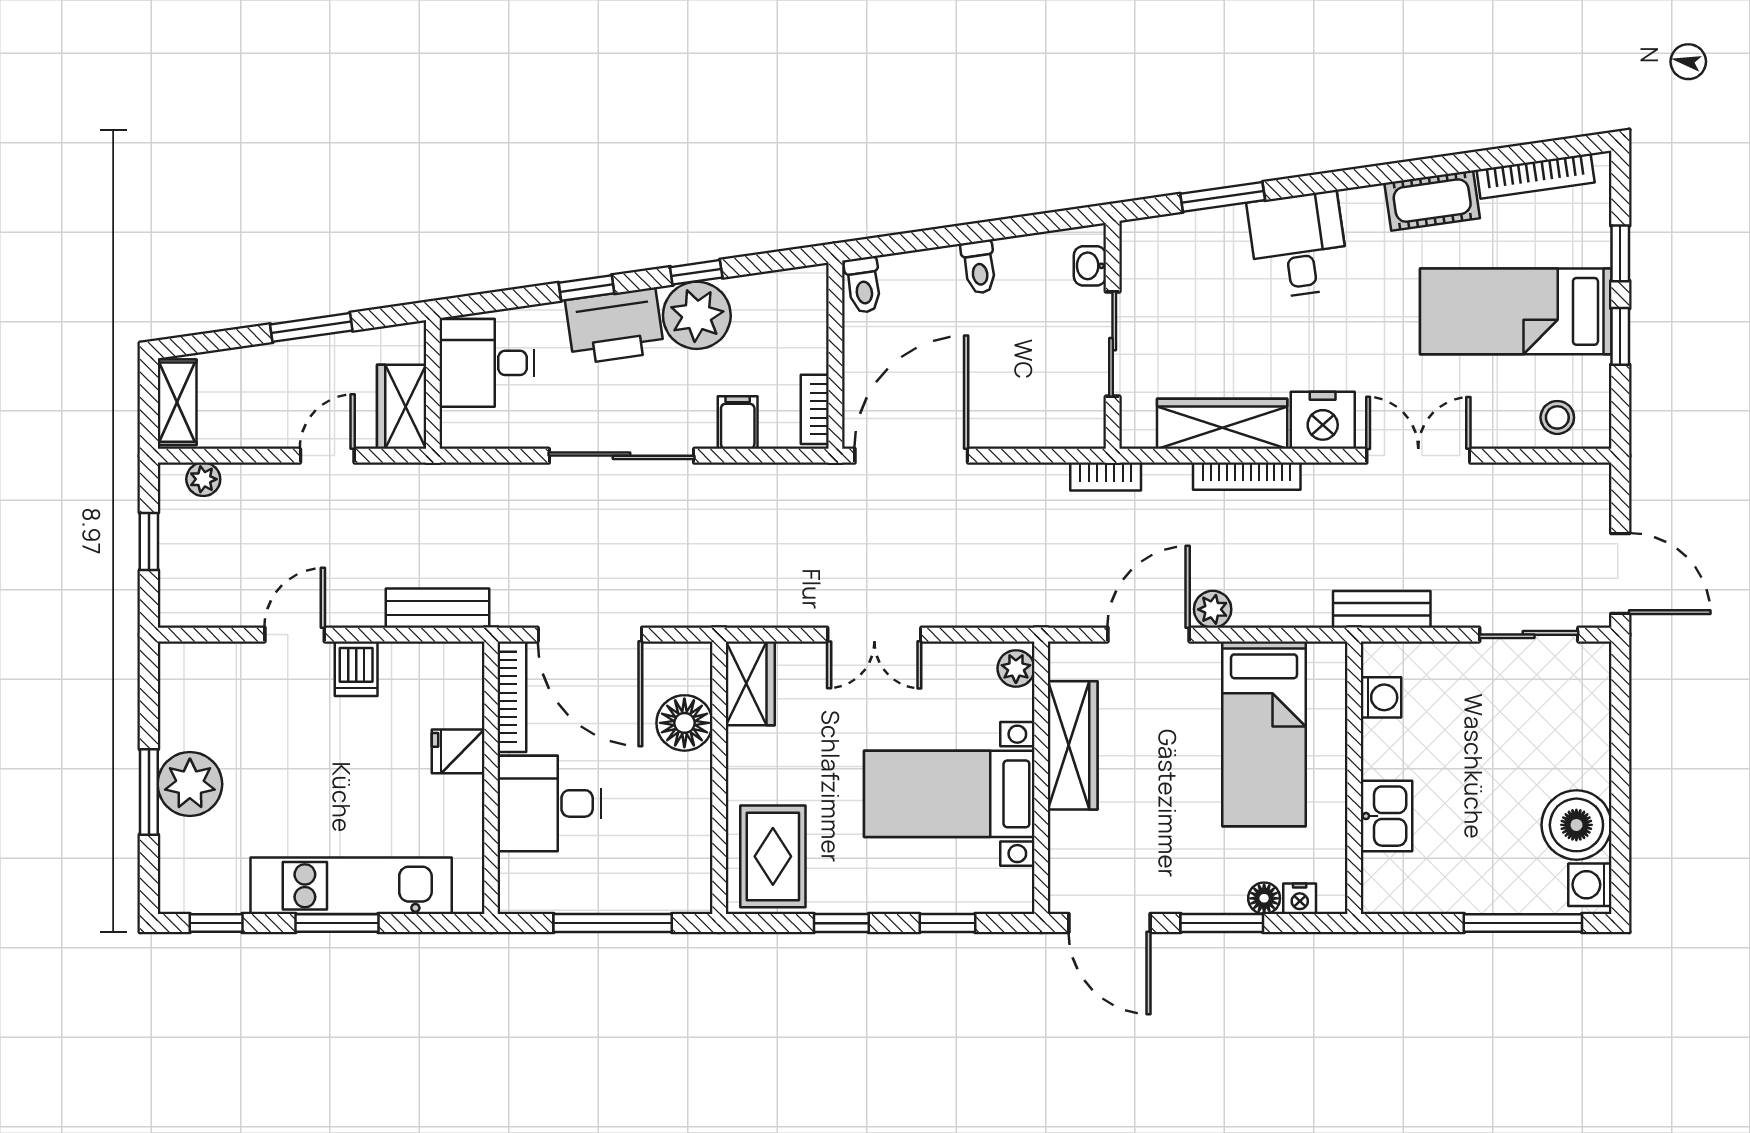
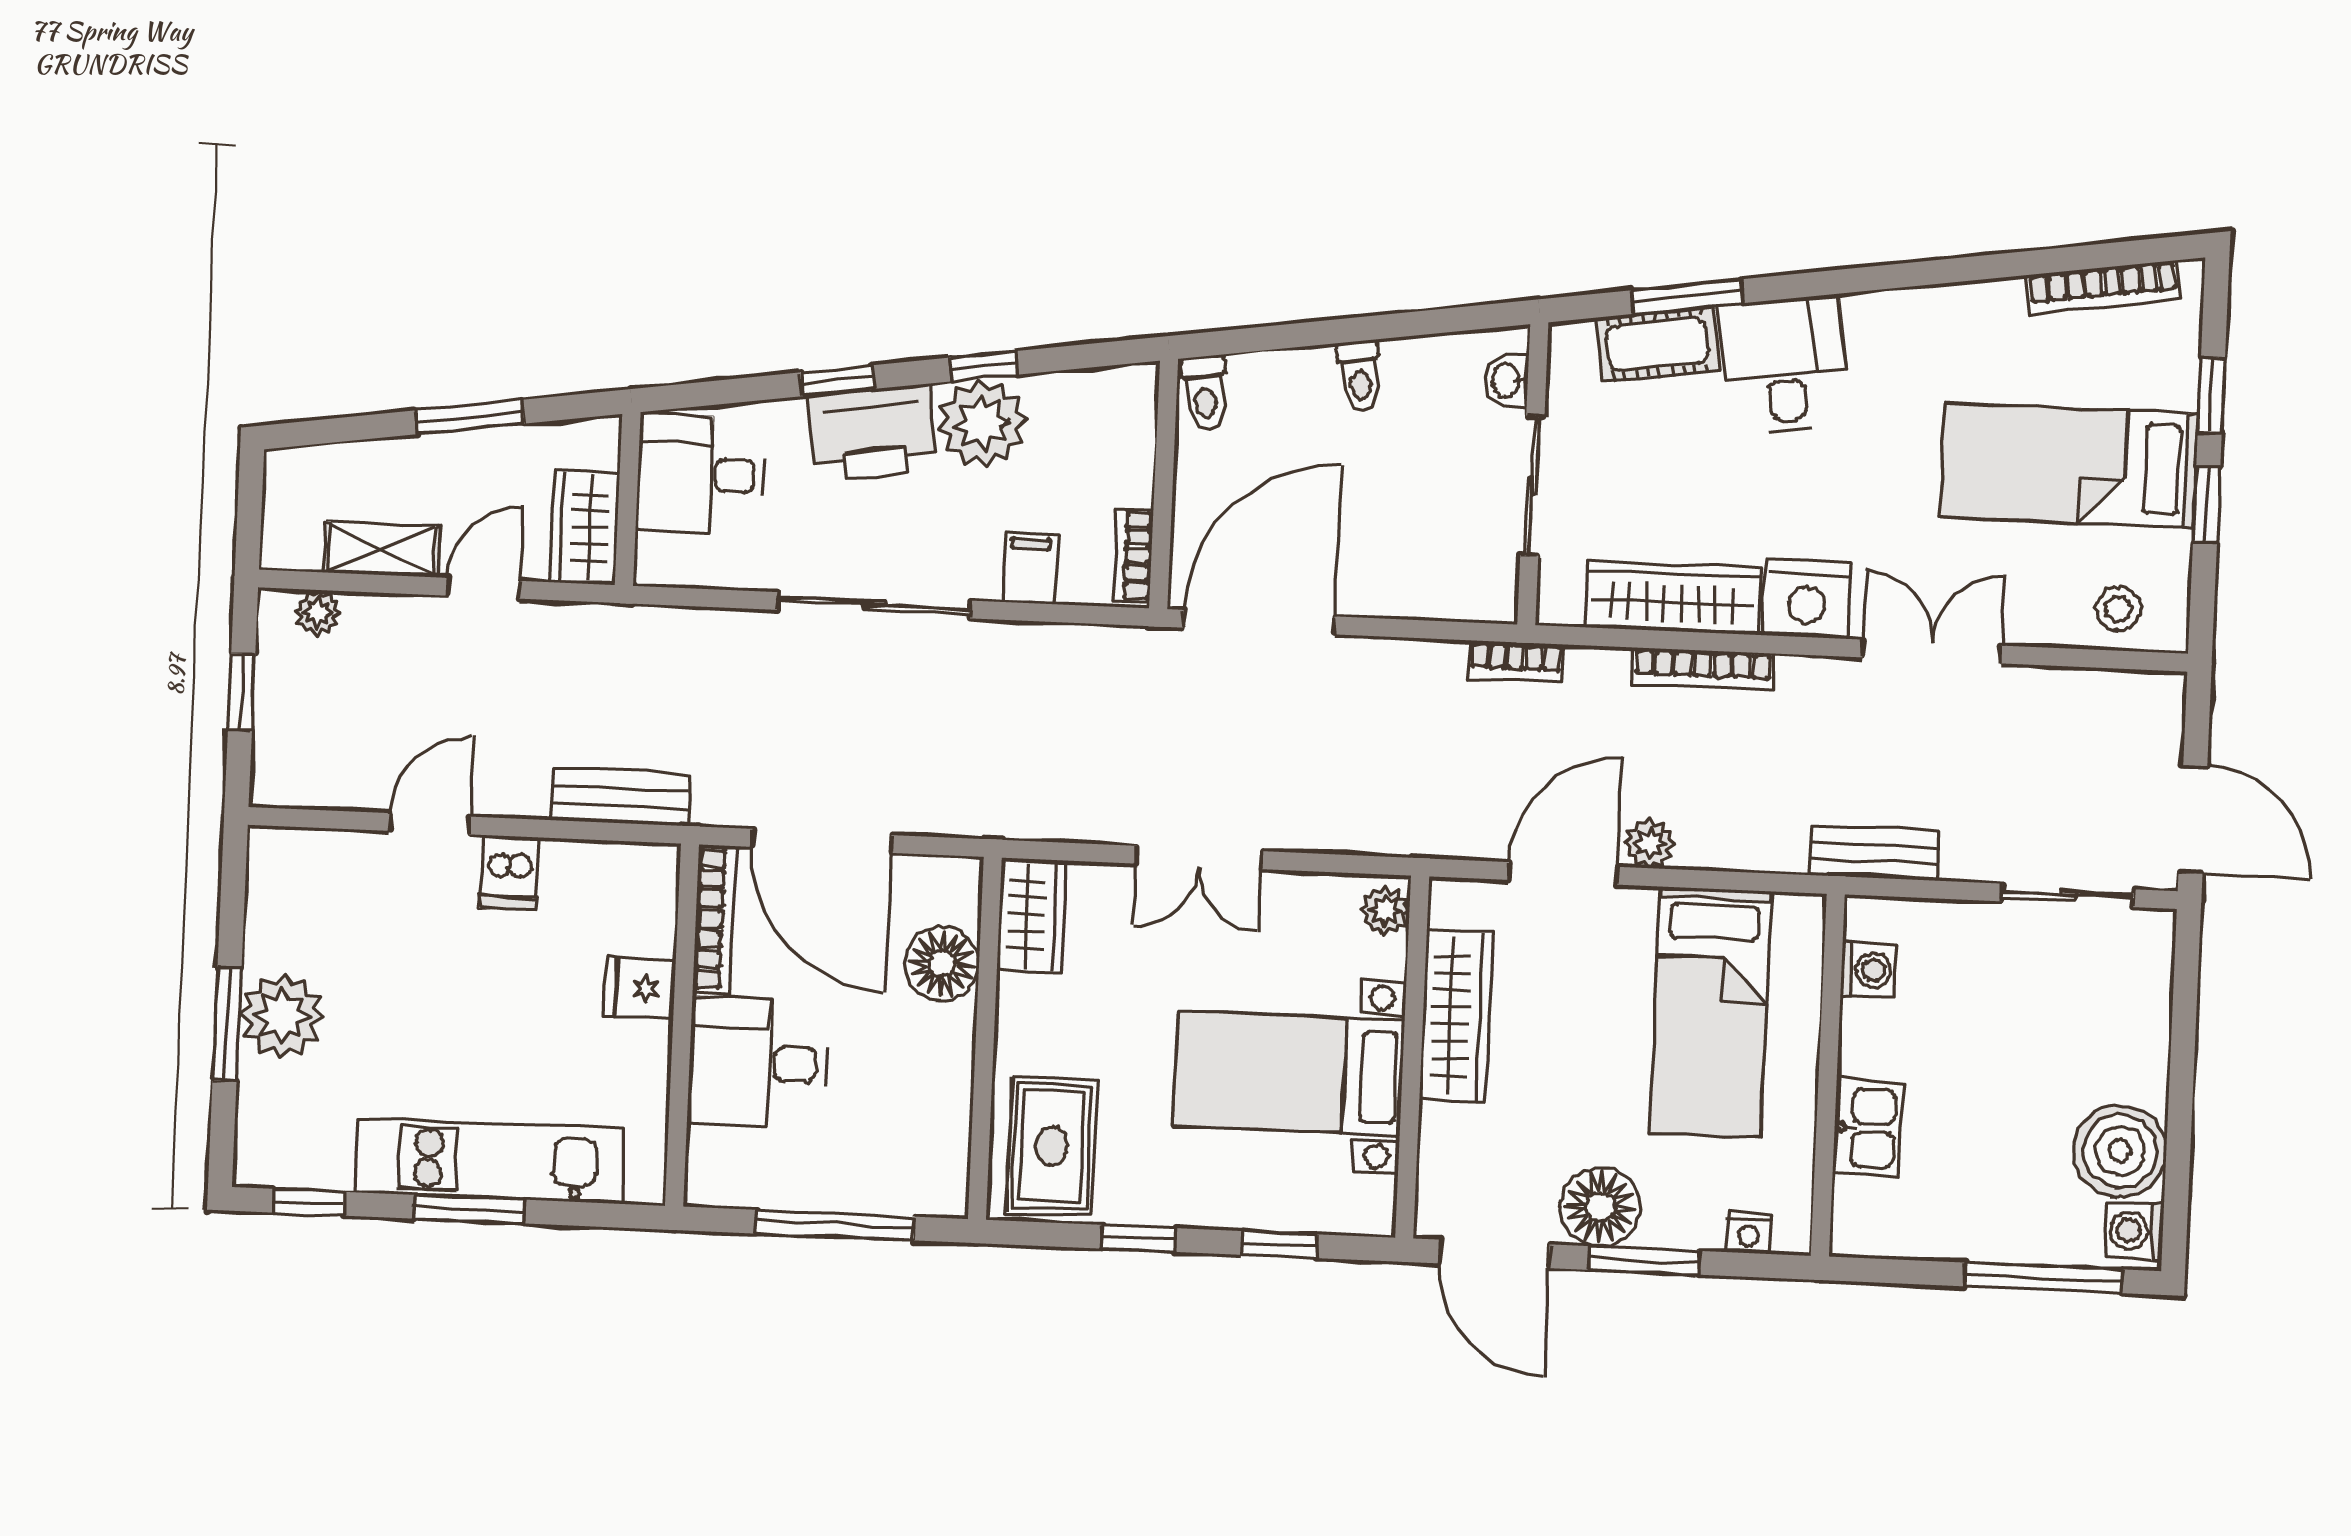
cot: (1432, 201) -> (1657, 344), moved
shelving: (177, 402) -> (382, 549), moved, turned 90
floor lamp: (1264, 898) -> (1600, 1207), moved, width x1.89, depth x1.89

